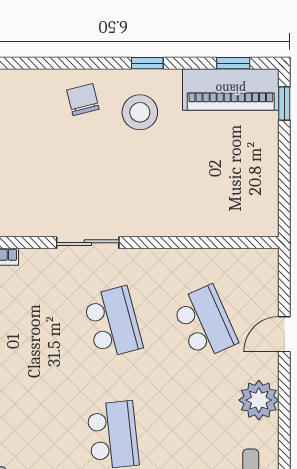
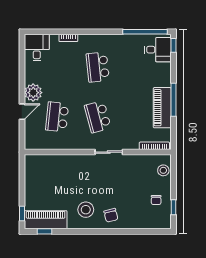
window: (147, 63) -> (83, 231), removed
school desk: (205, 322) -> (57, 117), turned 30
plant: (259, 400) -> (33, 93), moved

